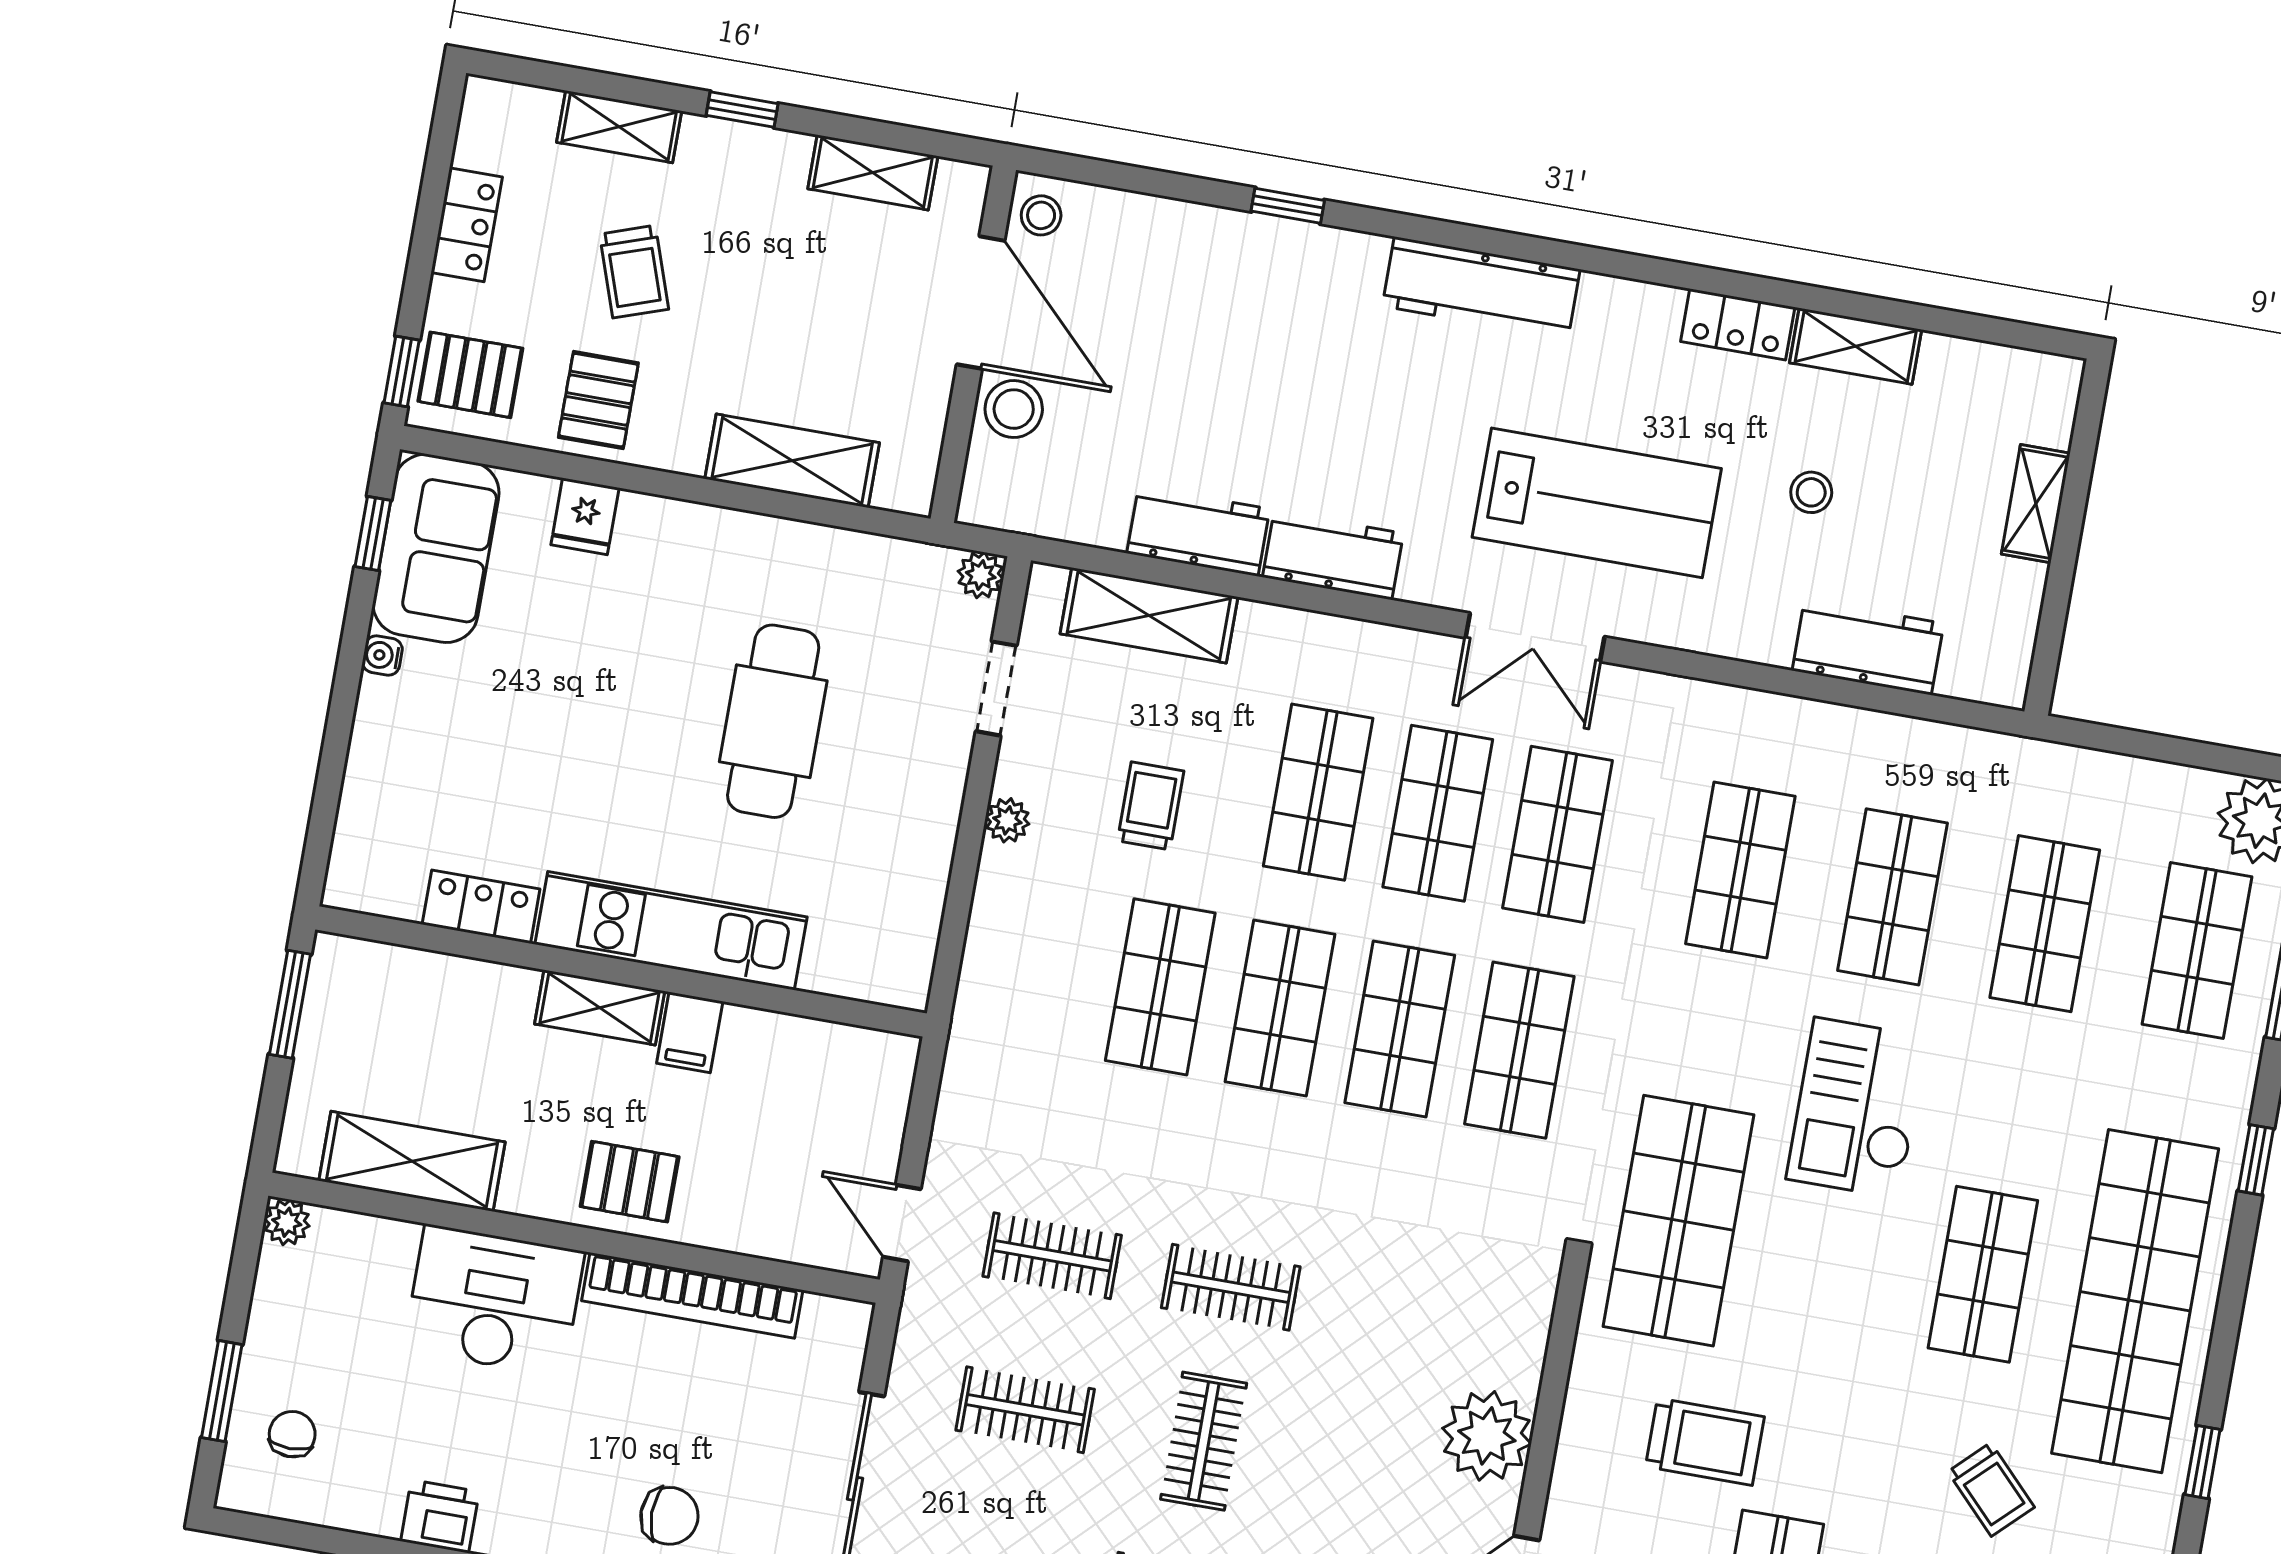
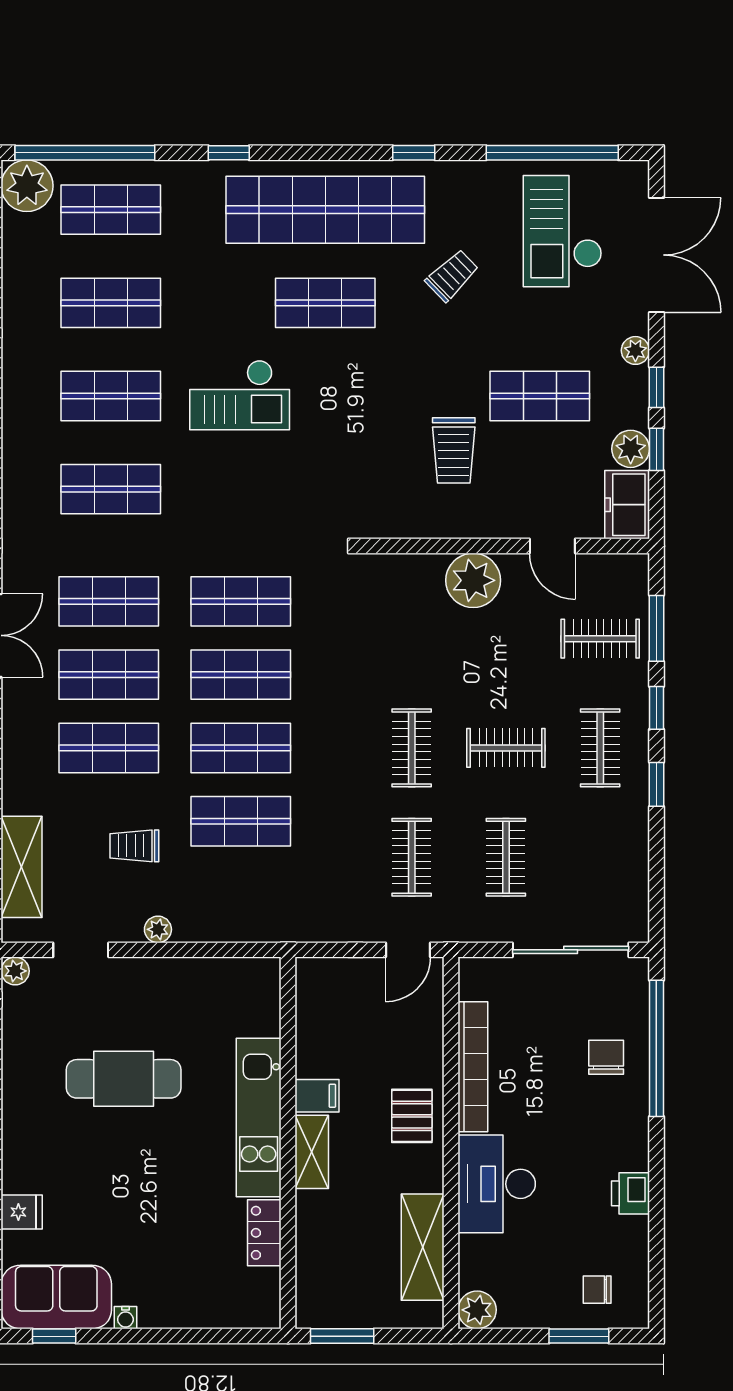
shop shelf: (1678, 1221) -> (325, 489), removed
plant: (287, 1222) -> (477, 1310), width x1.38, depth x1.38
trolley: (1705, 1442) -> (454, 450), turned 180

